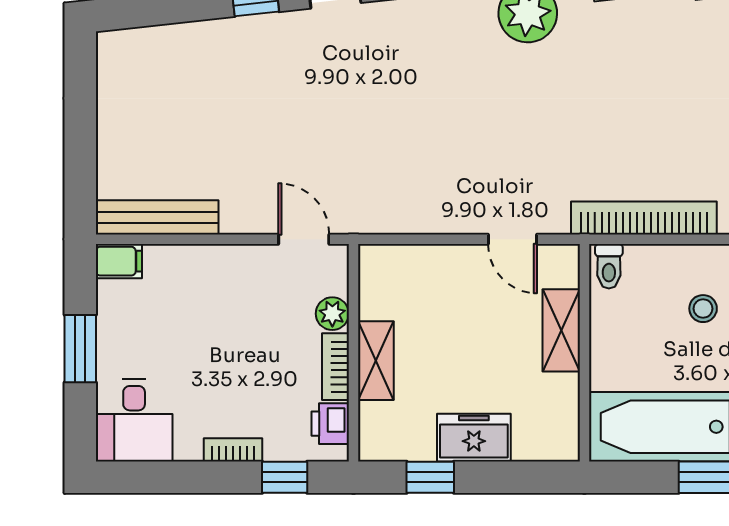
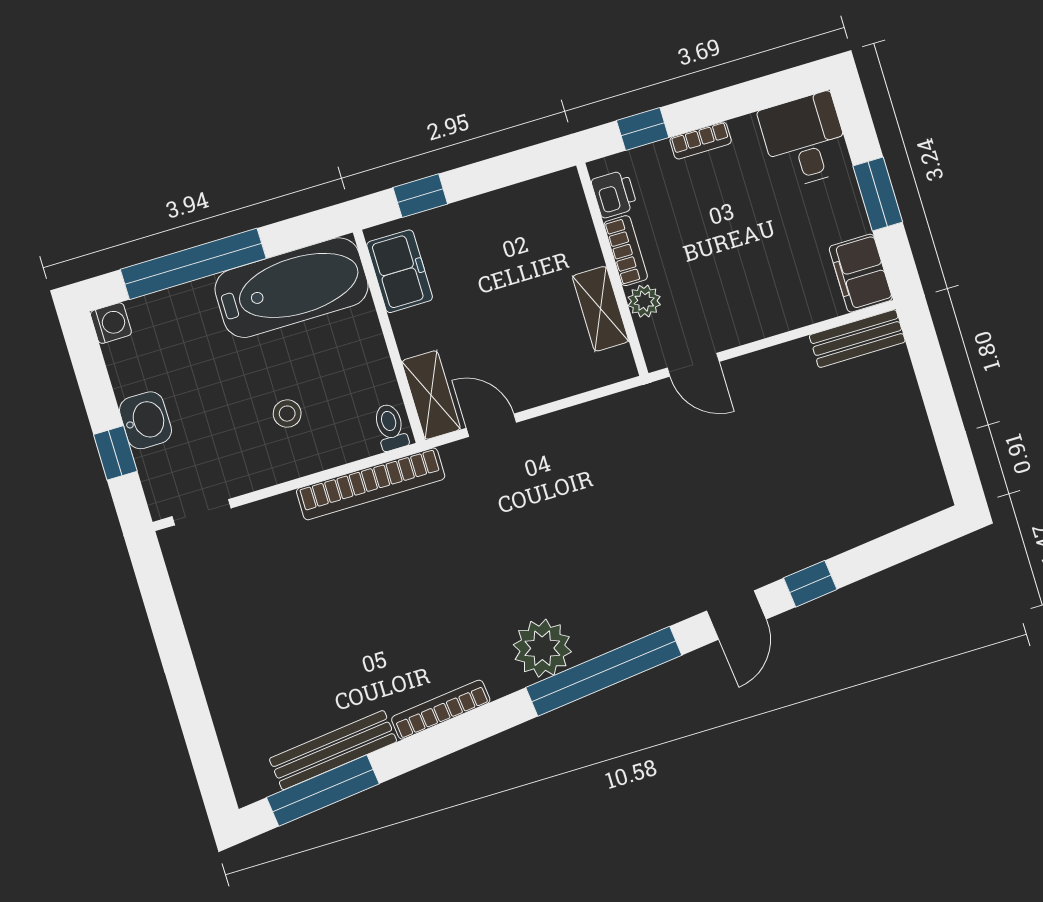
bench: (157, 217) -> (857, 339), width x0.73
filing cabinet: (119, 261) -> (861, 273), width x2.00
shelving: (561, 330) -> (431, 395), moved
shelving: (376, 361) -> (600, 309), moved
freezer: (474, 438) -> (400, 271), moved, turned -90
window: (430, 477) -> (420, 196), moved

